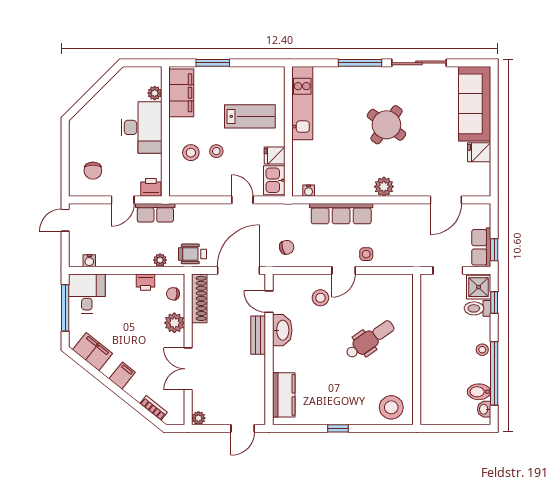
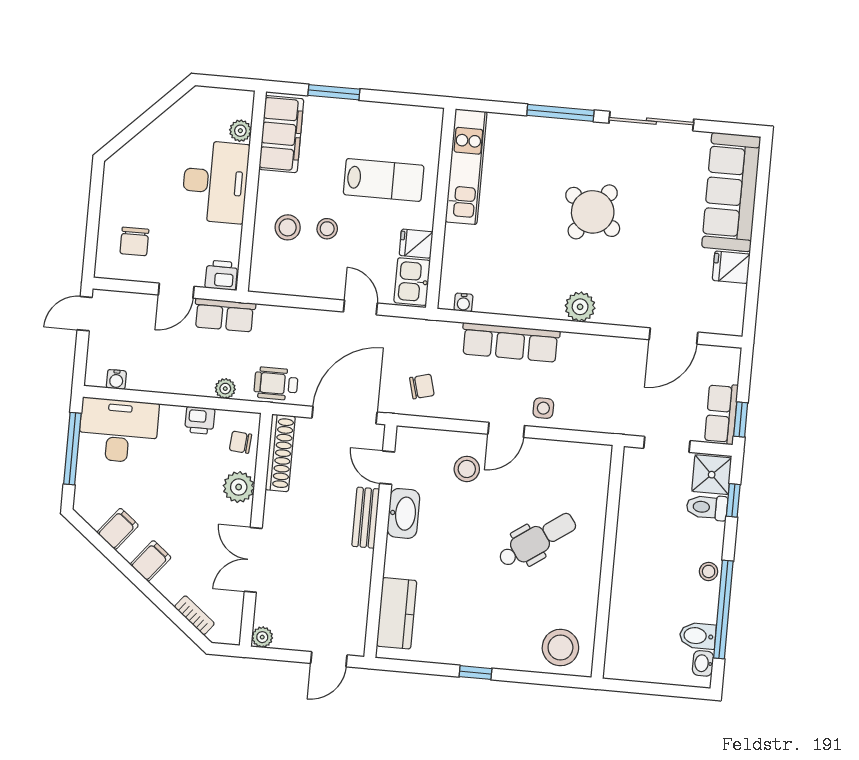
desk: (87, 293) -> (118, 431), width x1.37
filing cabinet: (92, 352) -> (118, 529), width x0.50

